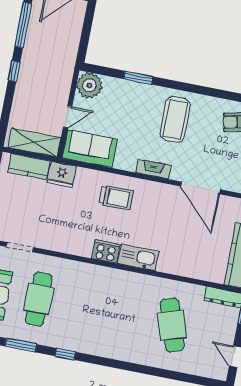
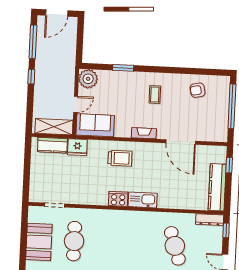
coffee table: (175, 119) -> (155, 94), width x0.54, depth x0.58

